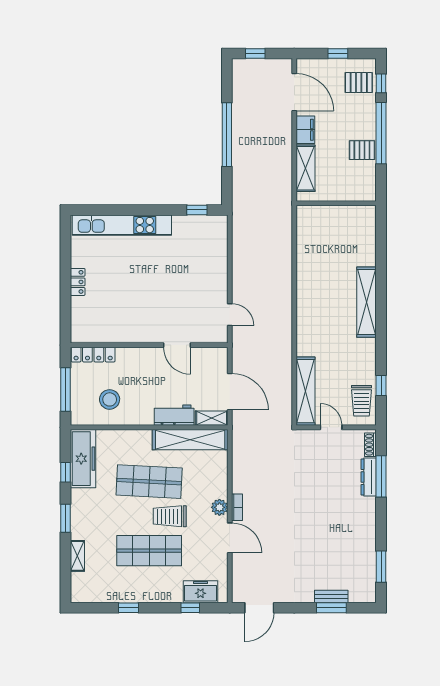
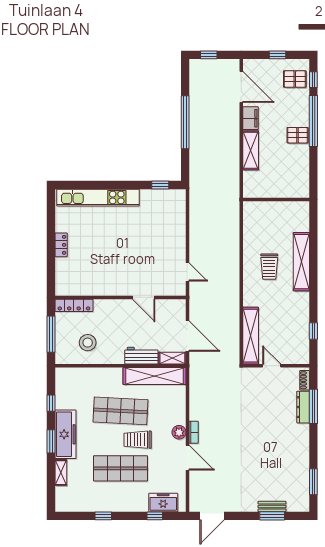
wall: (336, 203) -> (276, 199), moved
trolley: (362, 401) -> (269, 267), moved
freezer: (83, 459) -> (65, 434), moved

